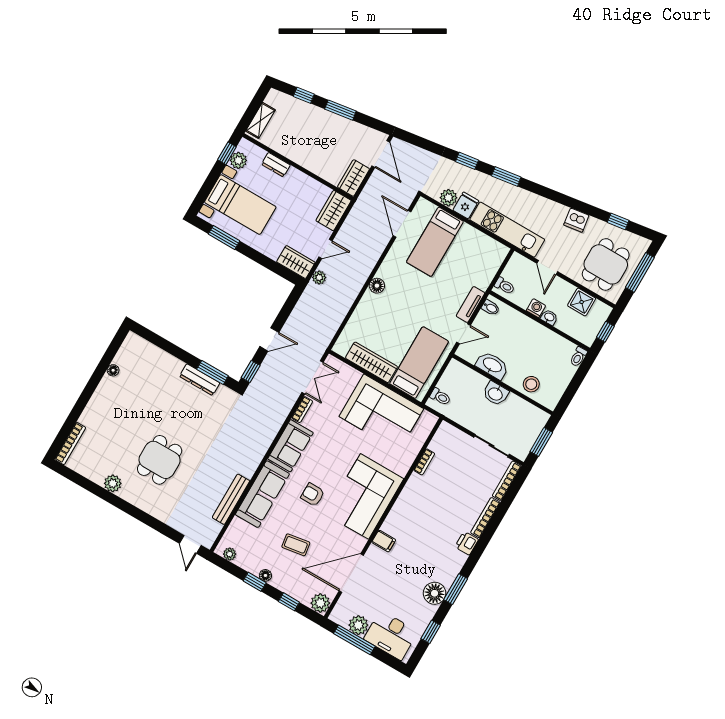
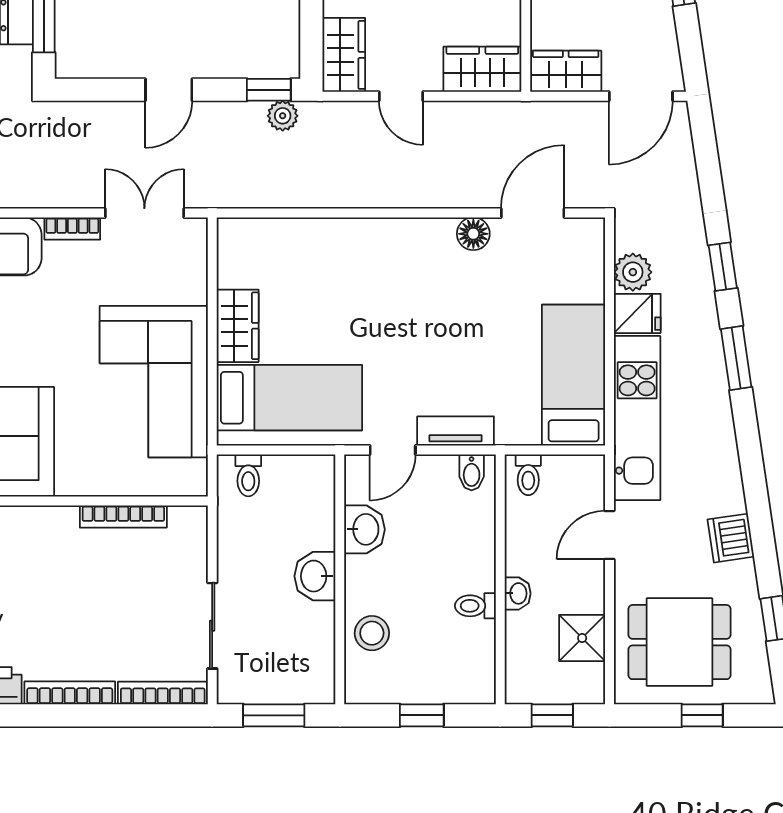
bed: (435, 242) -> (574, 375), moved, turned 90
window: (640, 272) -> (702, 715), width x0.46
plant: (319, 278) -> (283, 116), moved
floor lamp: (377, 286) -> (473, 234), moved
washing machine: (536, 308) -> (520, 558), removed
door: (464, 334) -> (393, 450), hinge flipped
door: (269, 339) -> (169, 90), hinge flipped
toilet: (578, 357) -> (475, 606), moved
wardrobe: (371, 362) -> (238, 326), width x0.67
washbasin: (492, 365) -> (365, 529), width x0.72
window: (251, 372) -> (269, 90), moved
double door: (313, 377) -> (144, 213), swing flipped
window: (575, 383) -> (422, 715), added
bookcase: (424, 462) -> (123, 517), width x1.56

